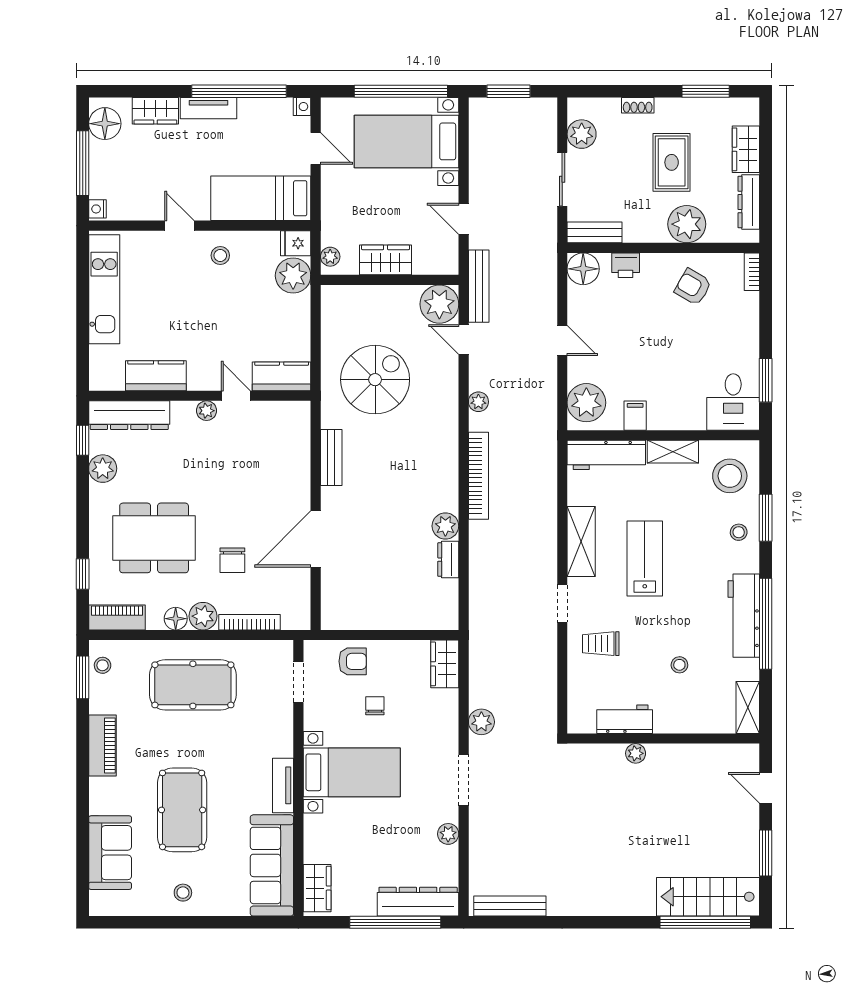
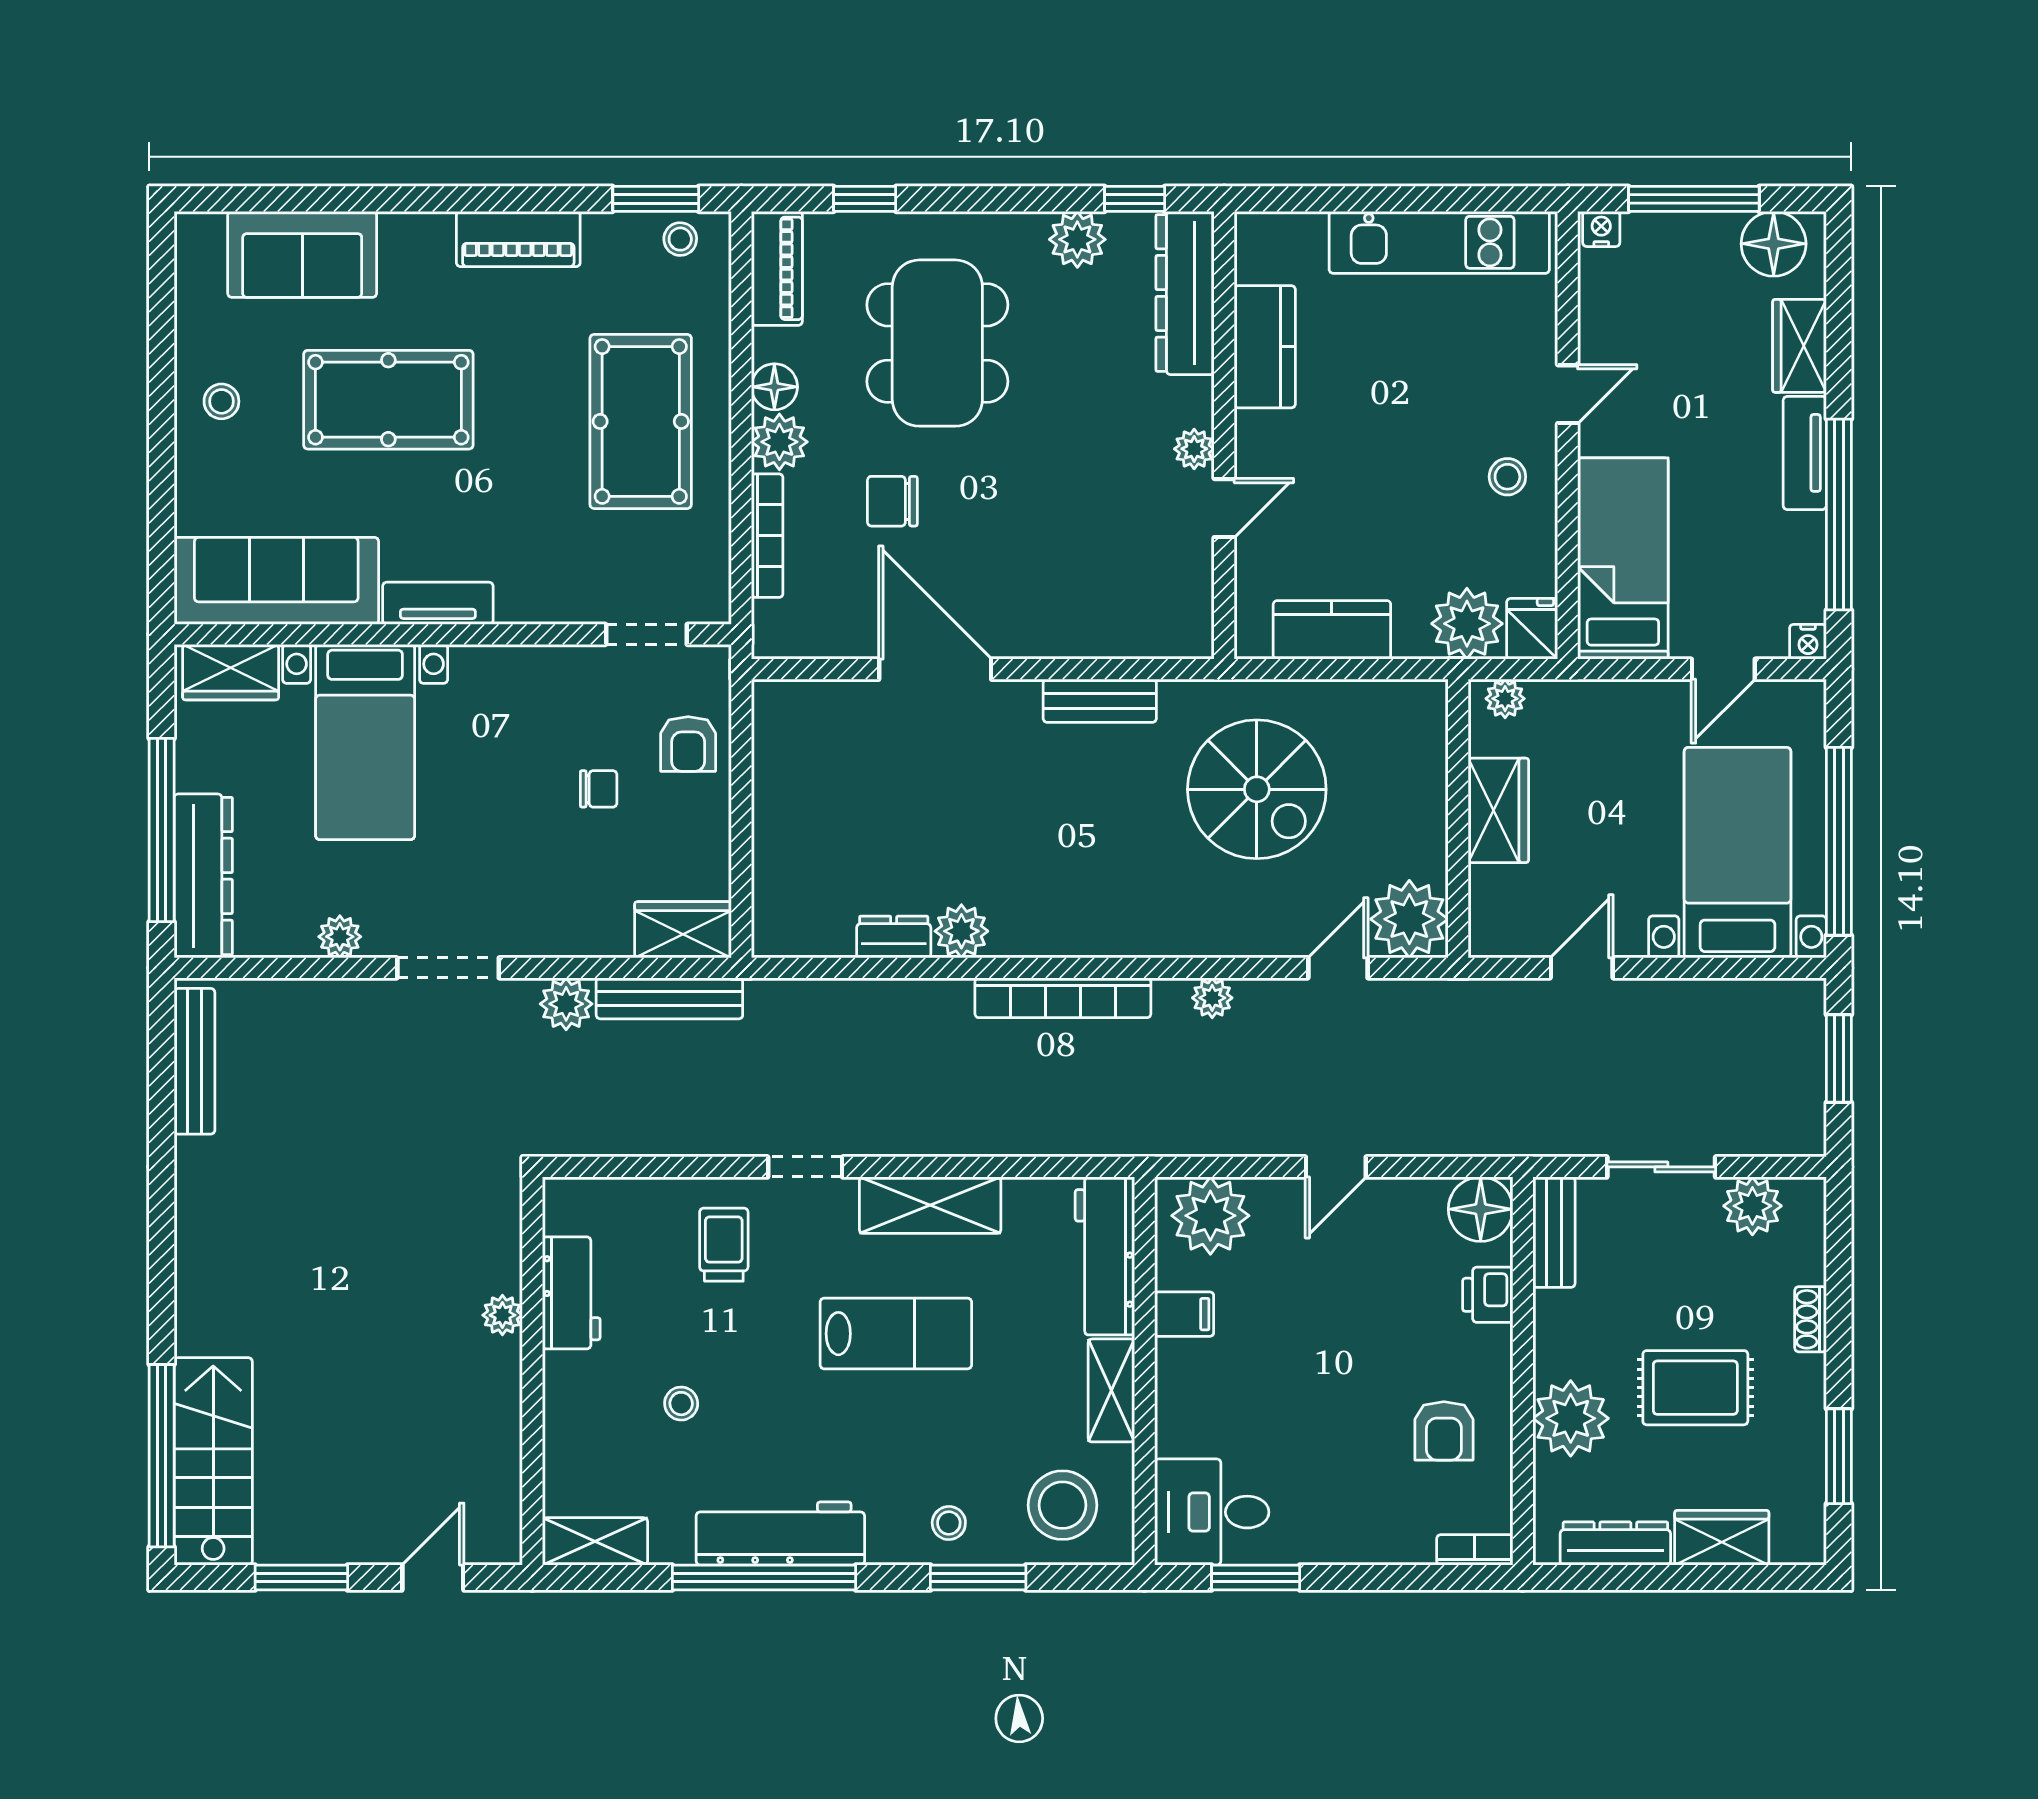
bench: (479, 286) -> (669, 998), moved
armchair: (693, 287) -> (1444, 1431), turned 150
kitchen counter: (282, 376) -> (1332, 630), moved, turned -90
bed with nightstands: (352, 772) -> (365, 742), moved

